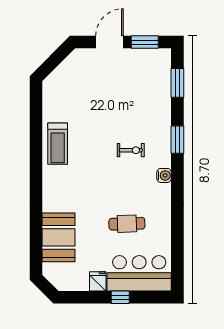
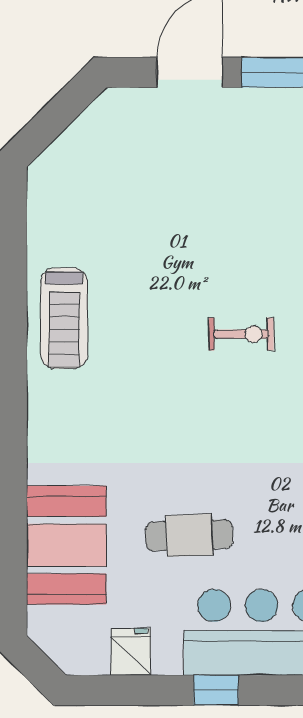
cafe table: (127, 224) -> (189, 535), moved
fridge: (98, 281) -> (131, 652), moved

